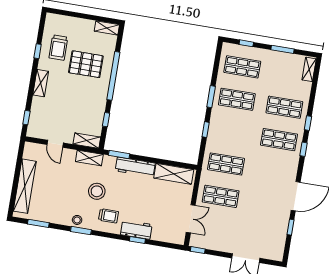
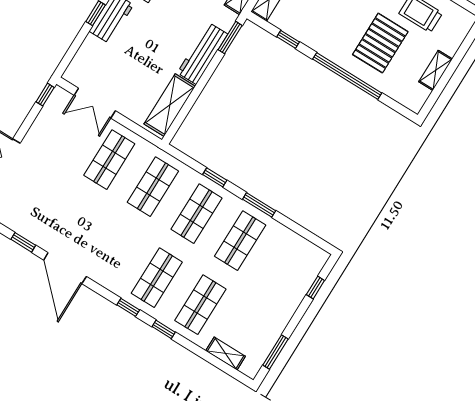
shelving: (107, 28) -> (436, 70), moved
window: (282, 49) -> (275, 352), moved
shop shelf: (242, 67) -> (197, 214), moved
shelving: (309, 69) -> (226, 354), moved

